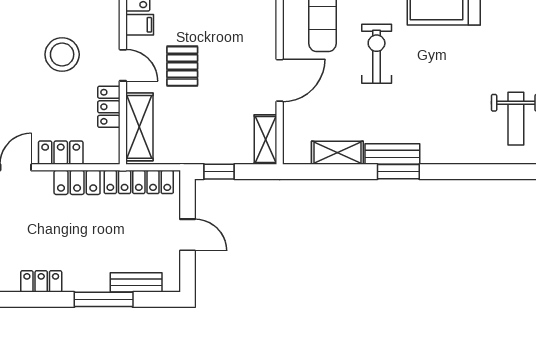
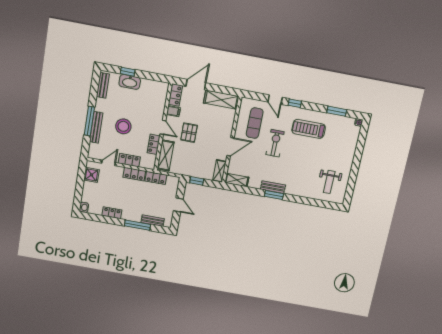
stool: (62, 54) -> (123, 126), moved
shelving: (337, 153) -> (237, 180), moved
locker: (139, 182) -> (156, 178), width x0.66

